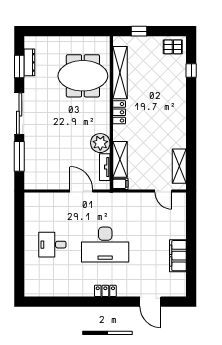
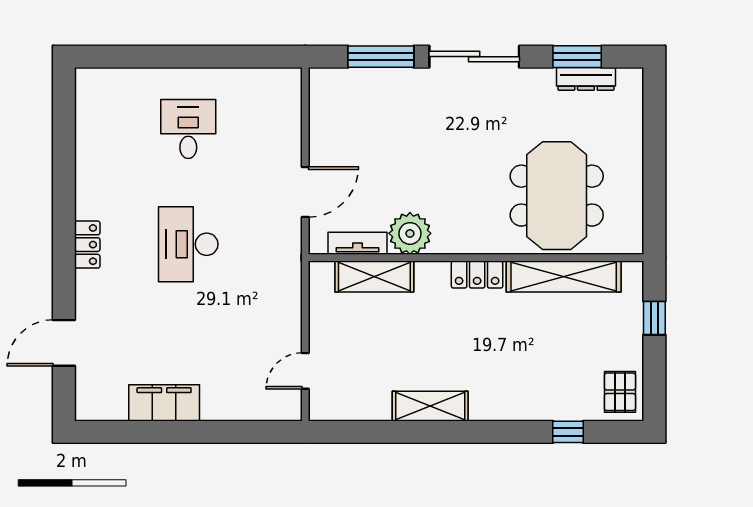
shelving: (179, 166) -> (430, 406), moved
filing cabinet: (120, 184) -> (321, 277), removed
desk: (105, 245) -> (188, 244), width x0.73, depth x0.77

